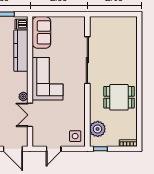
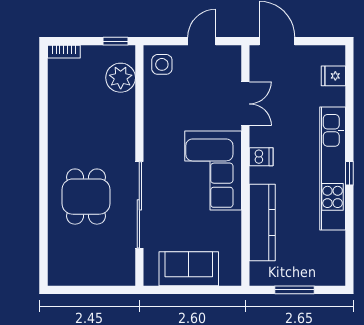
dishwasher: (21, 24) -> (261, 157), moved
sofa: (41, 32) -> (189, 269), moved, turned 90
plant: (23, 97) -> (258, 138), removed
dining table: (119, 97) -> (86, 197), moved, turned 90

